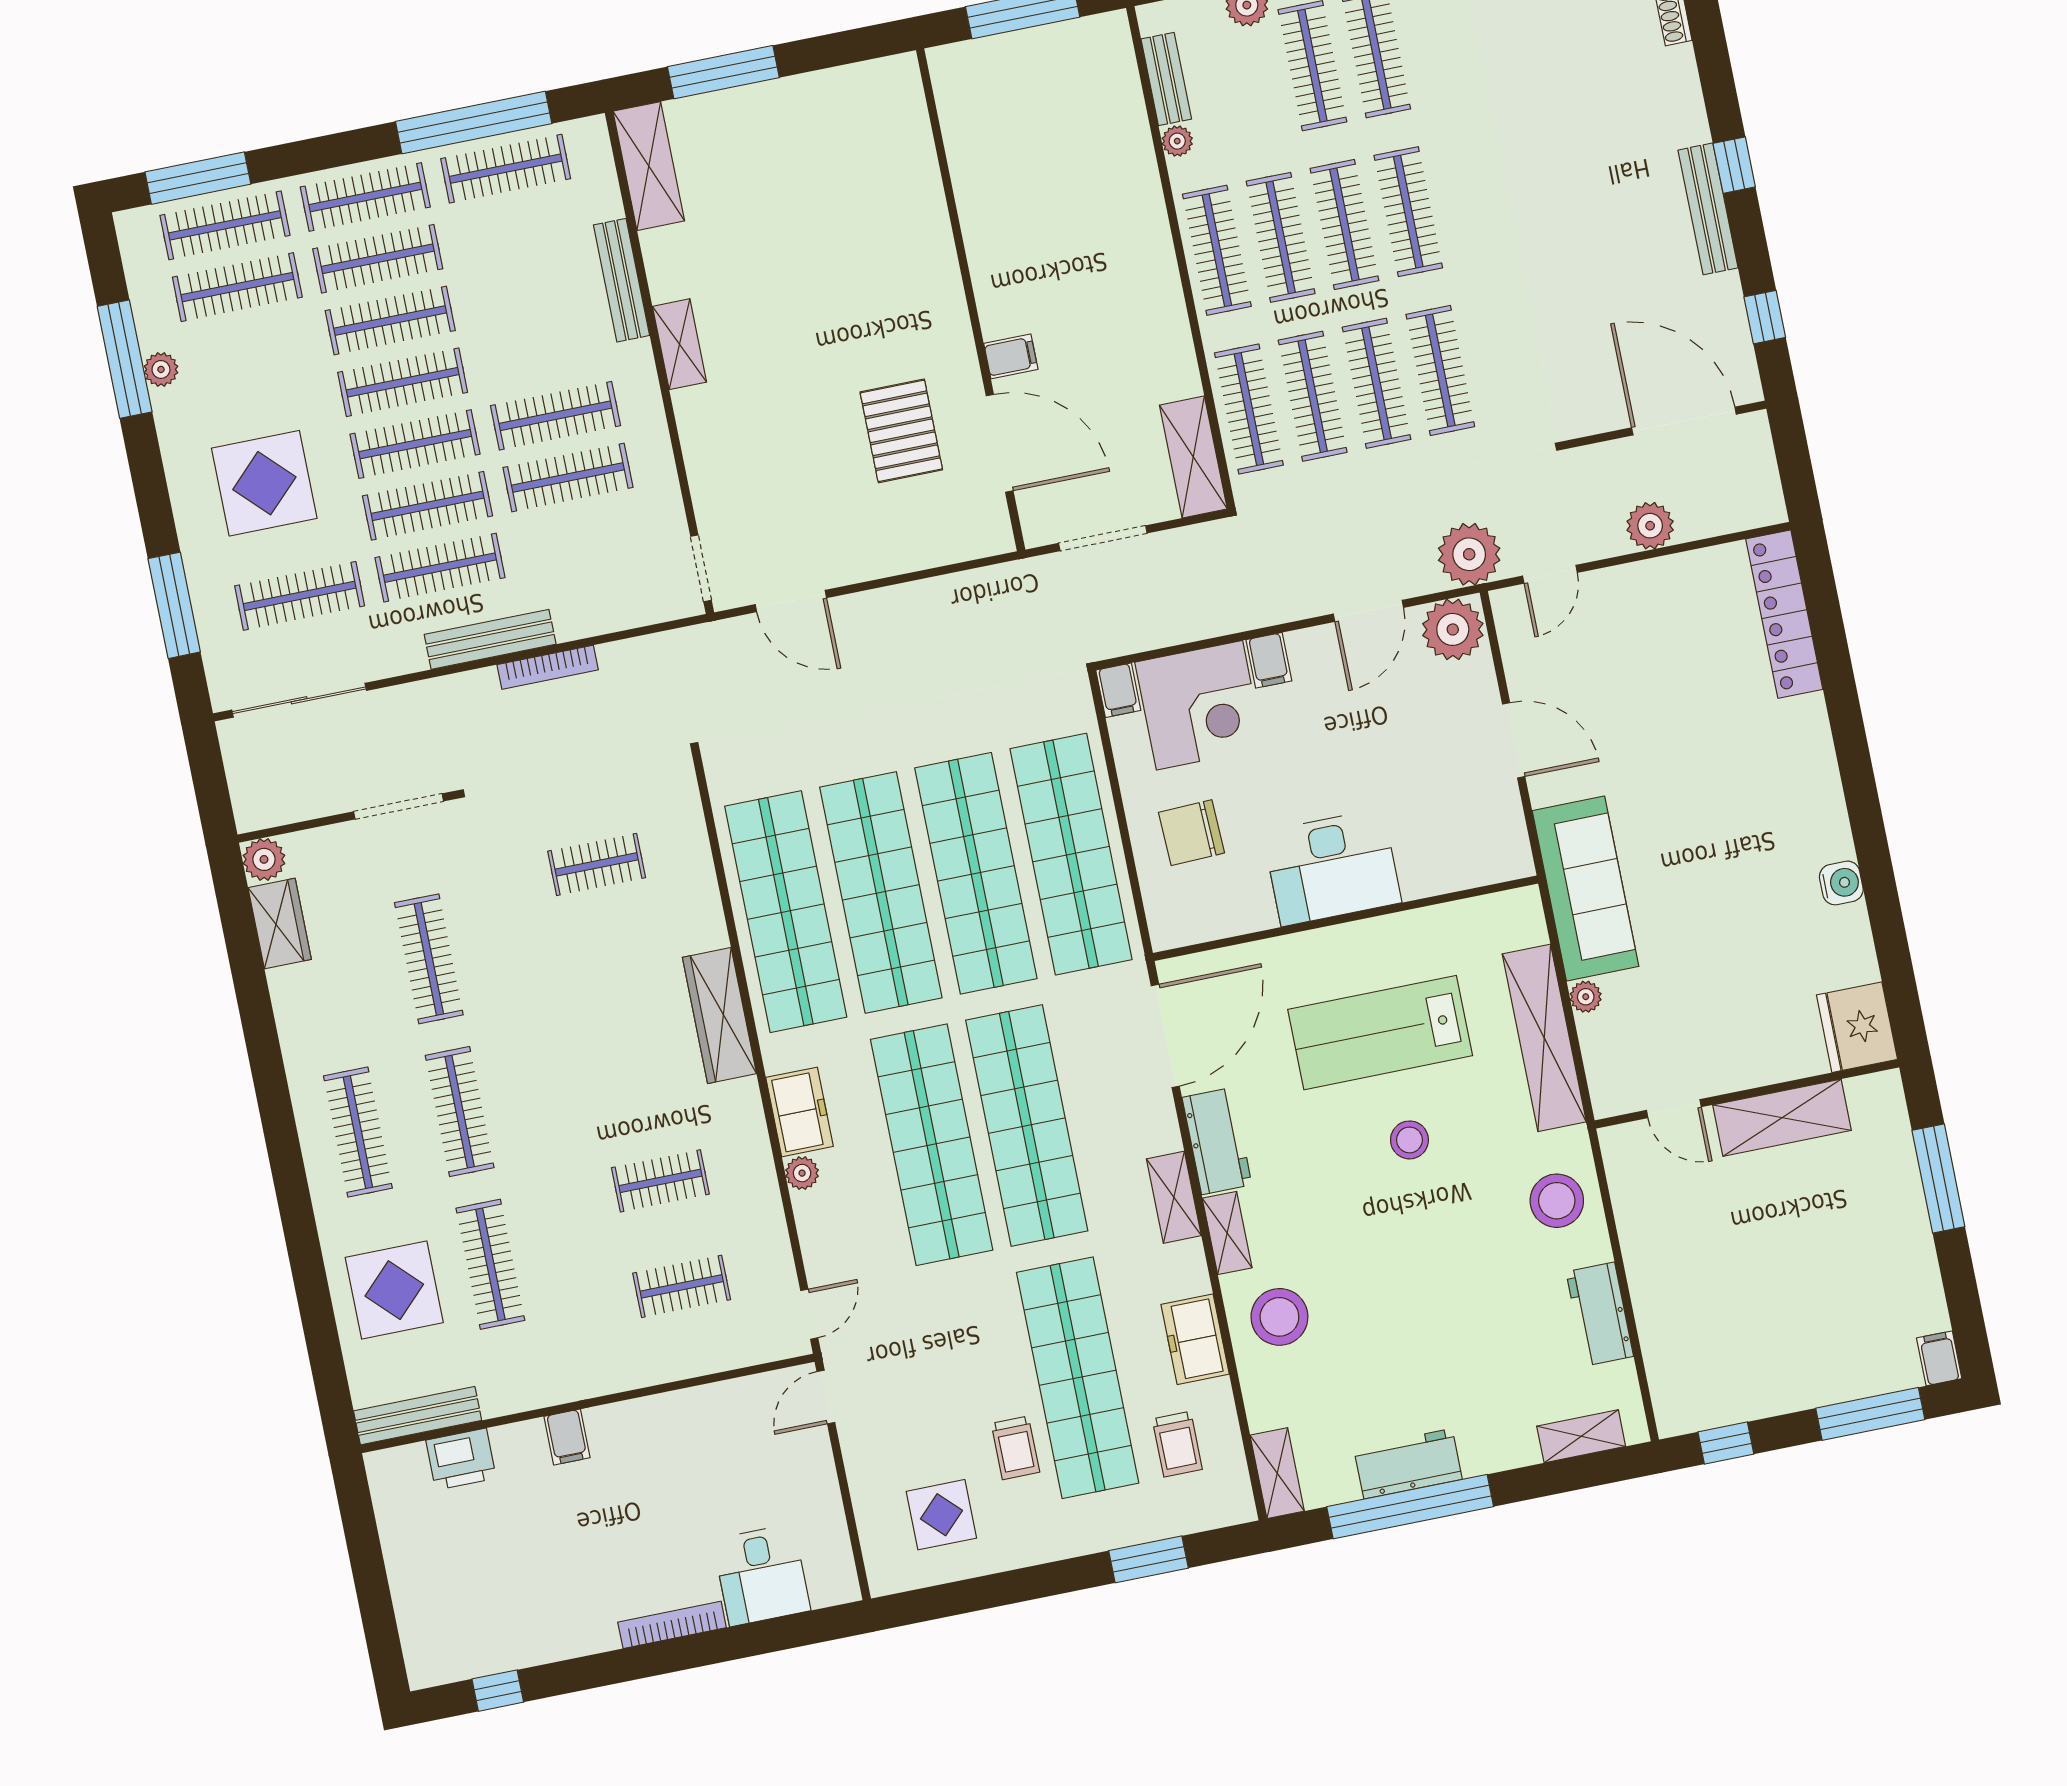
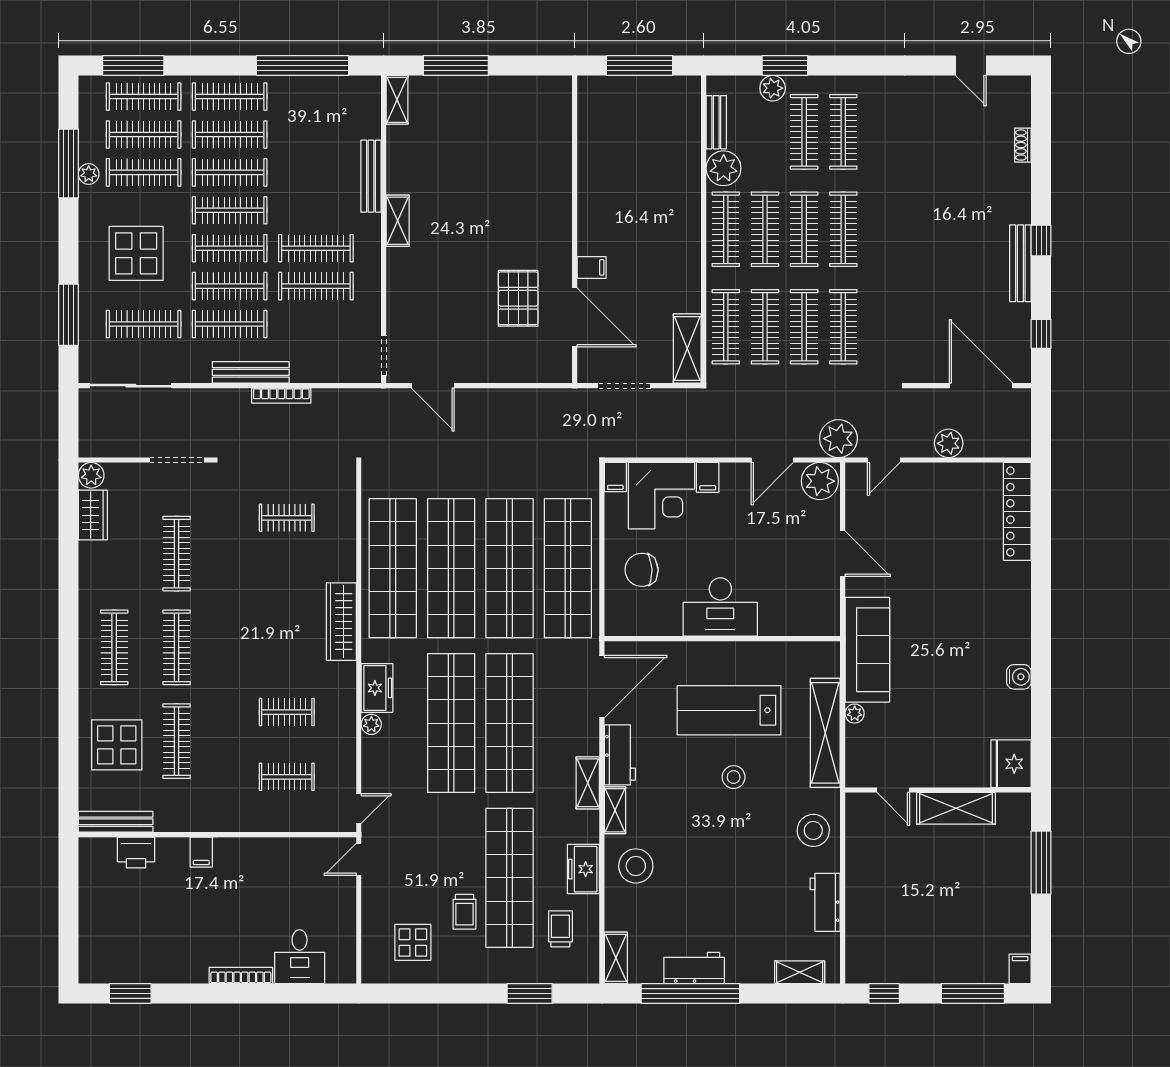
plant: (1177, 141) -> (724, 168), width x1.87, depth x1.87
shelving: (649, 166) -> (397, 100), width x0.67, depth x0.75
clothes rail: (506, 169) -> (144, 172), moved
trolley: (1177, 1444) -> (560, 929), turned 180
window: (498, 1691) -> (130, 993), width x1.50

